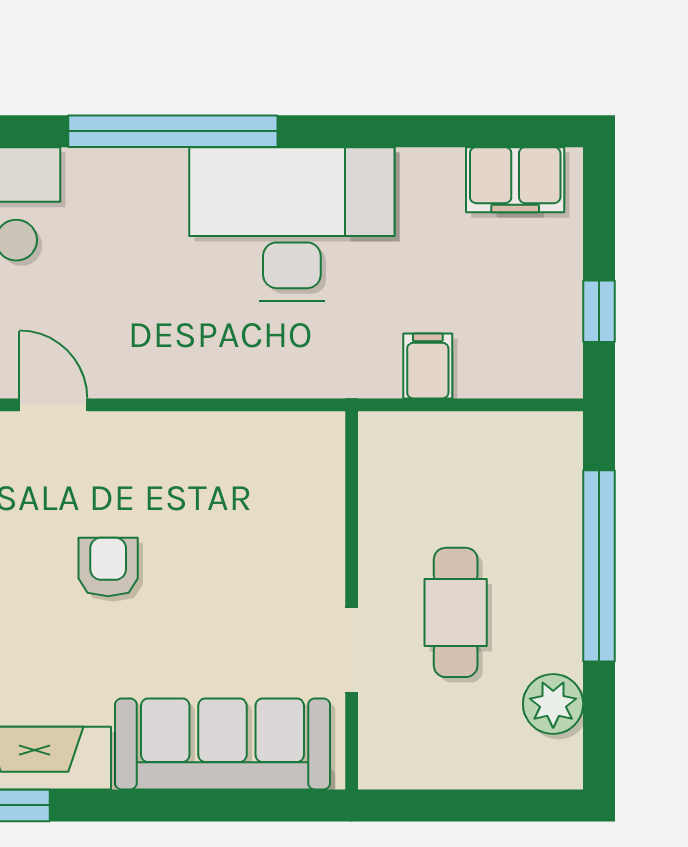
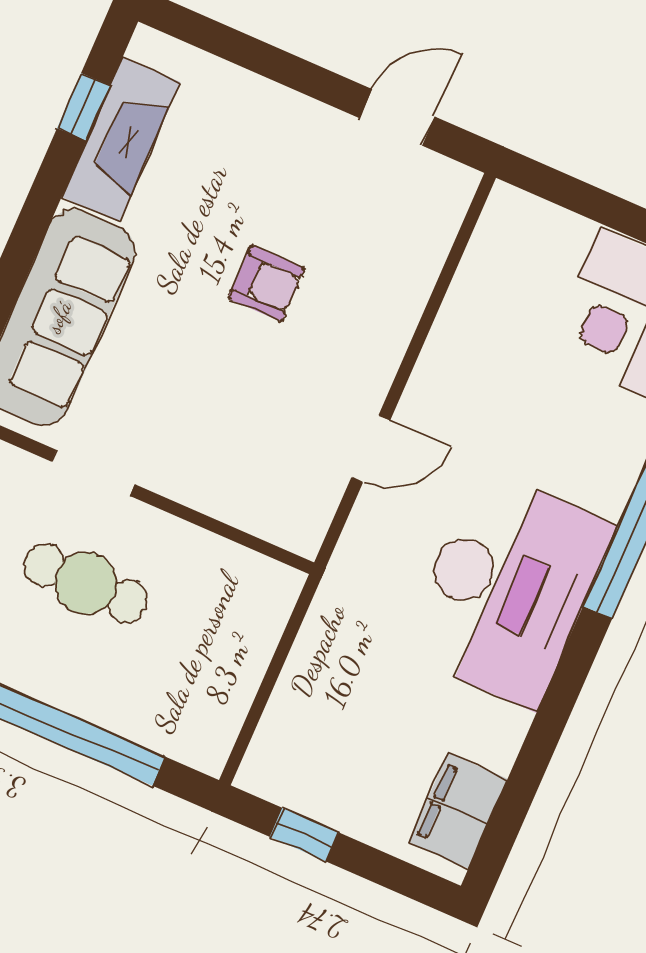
filing cabinet: (428, 366) -> (323, 656), removed
door: (53, 405) -> (371, 449), moved

